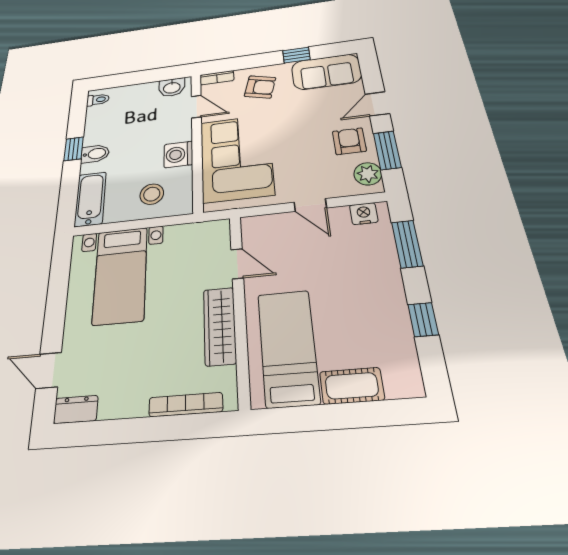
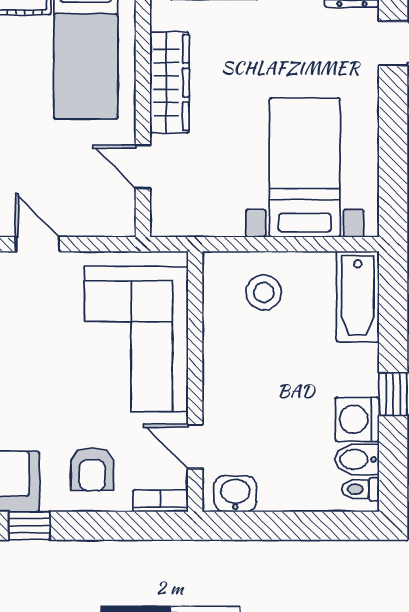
armchair: (260, 87) -> (92, 469), turned -105
bidet: (95, 154) -> (357, 459), moved
washing machine: (178, 154) -> (357, 419), moved, turned 180

